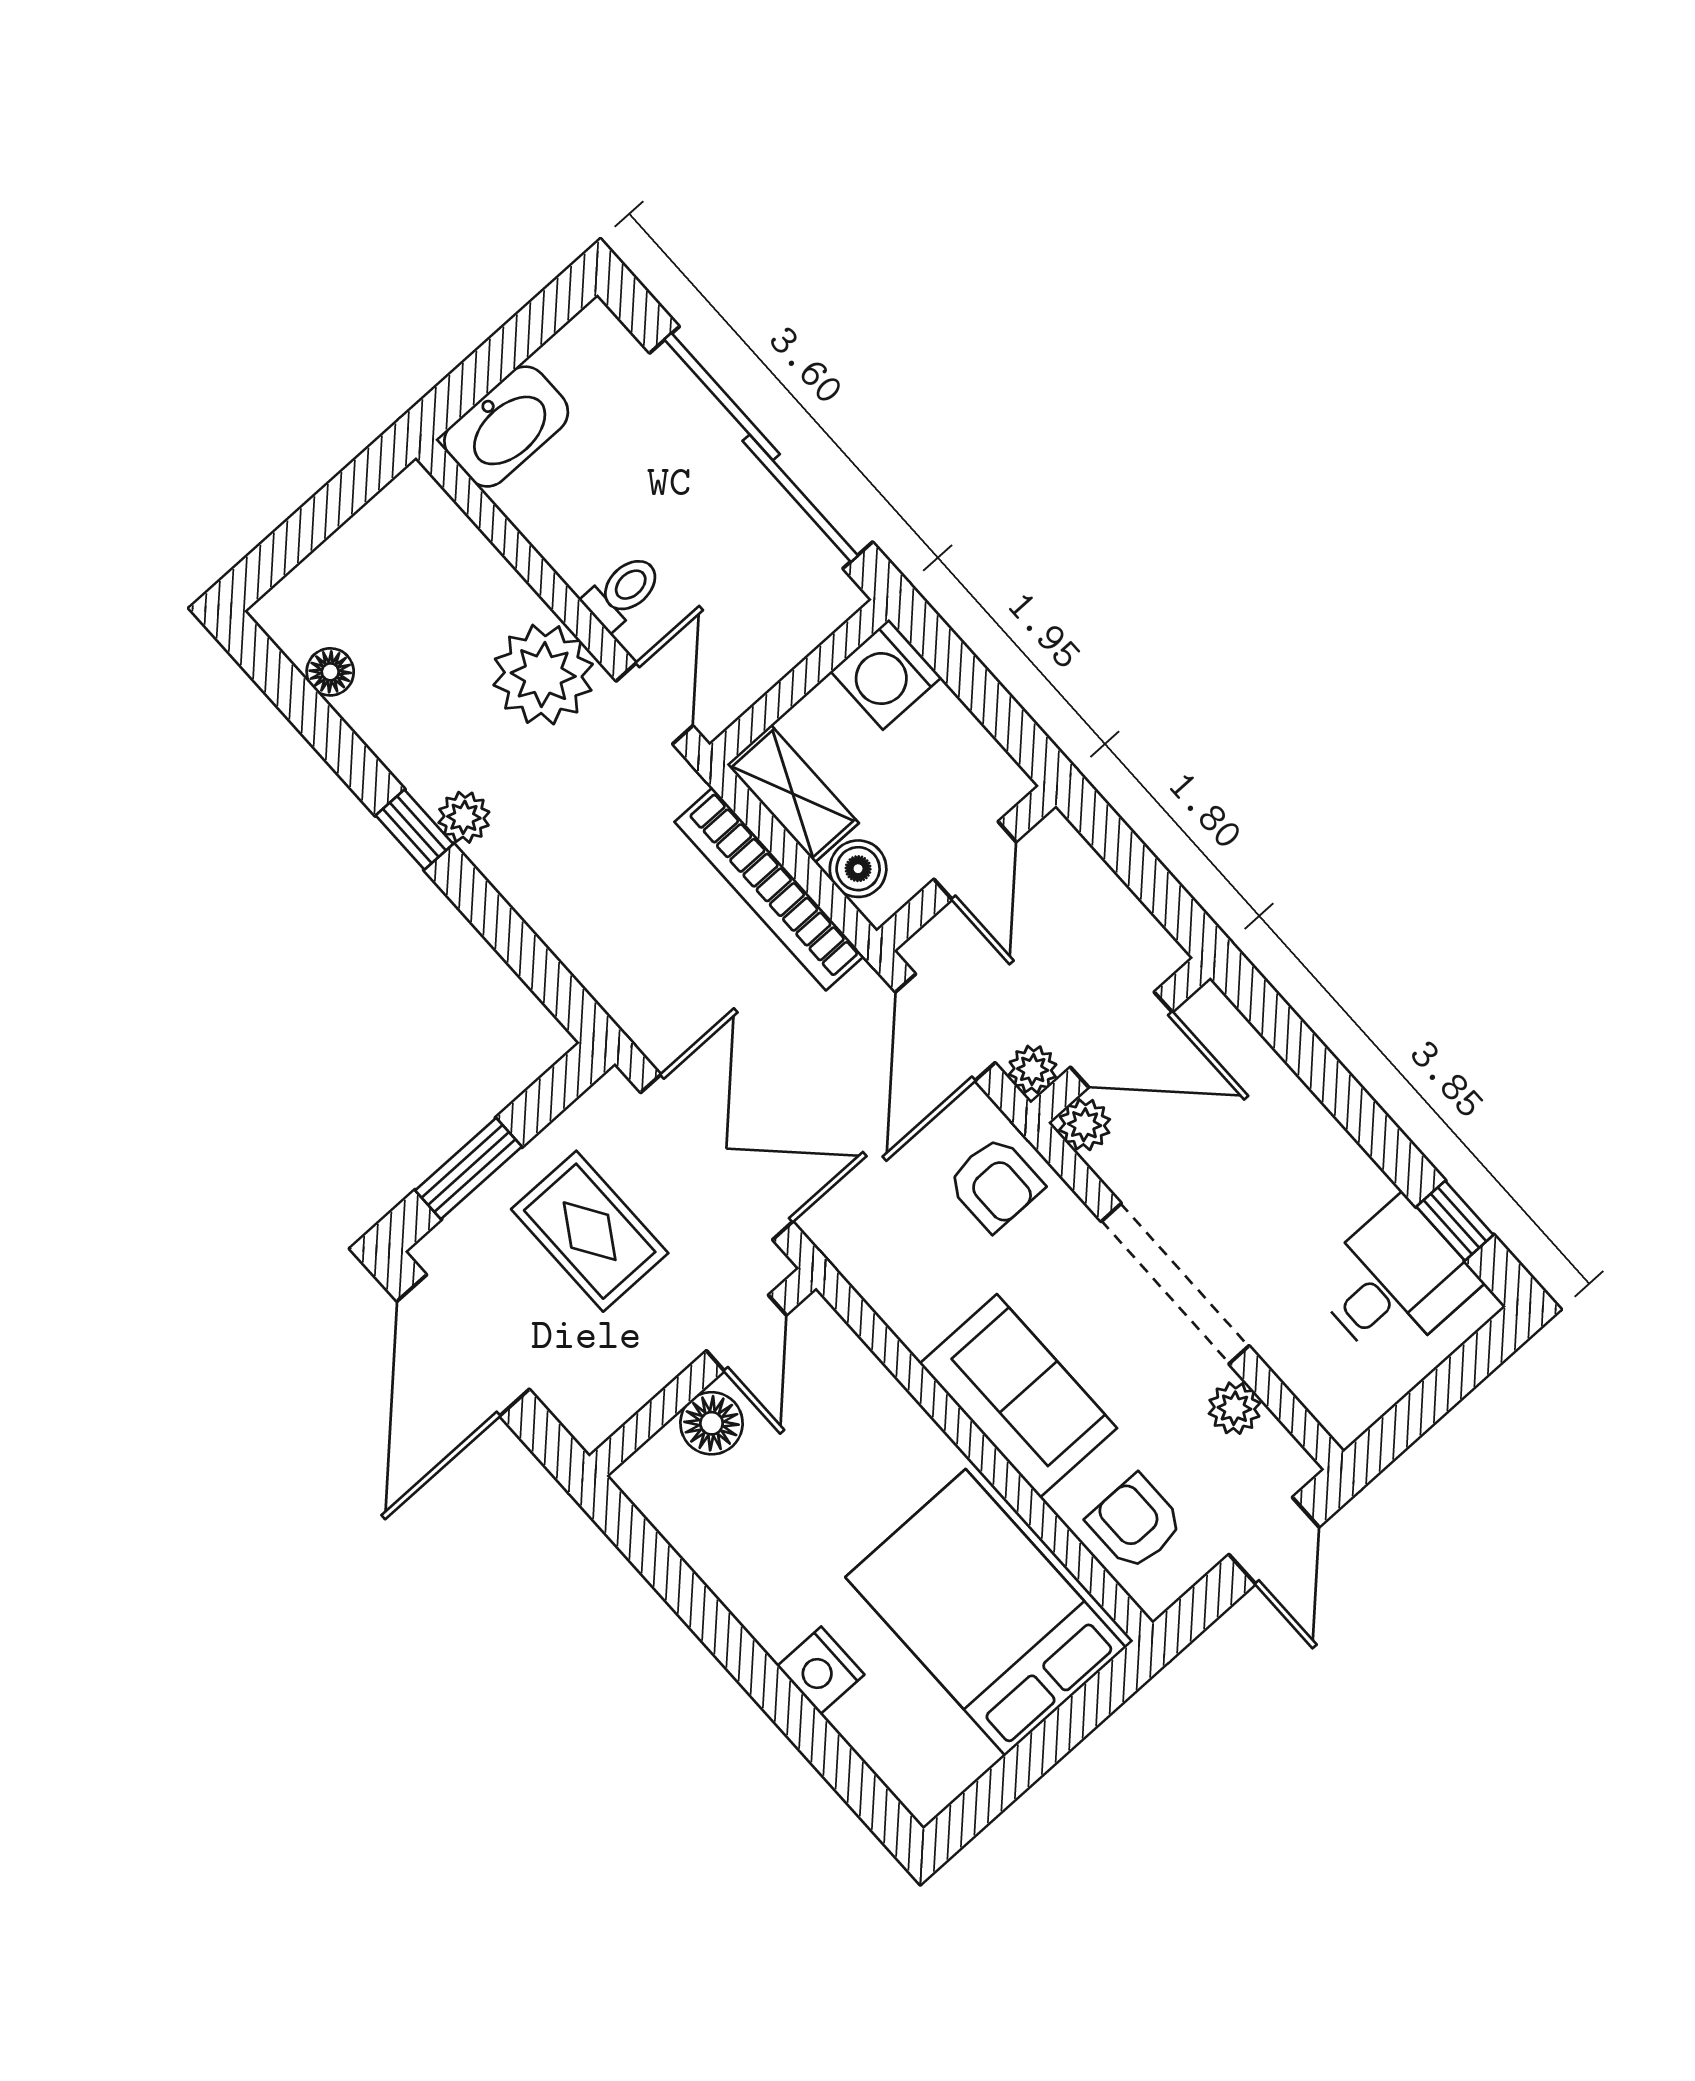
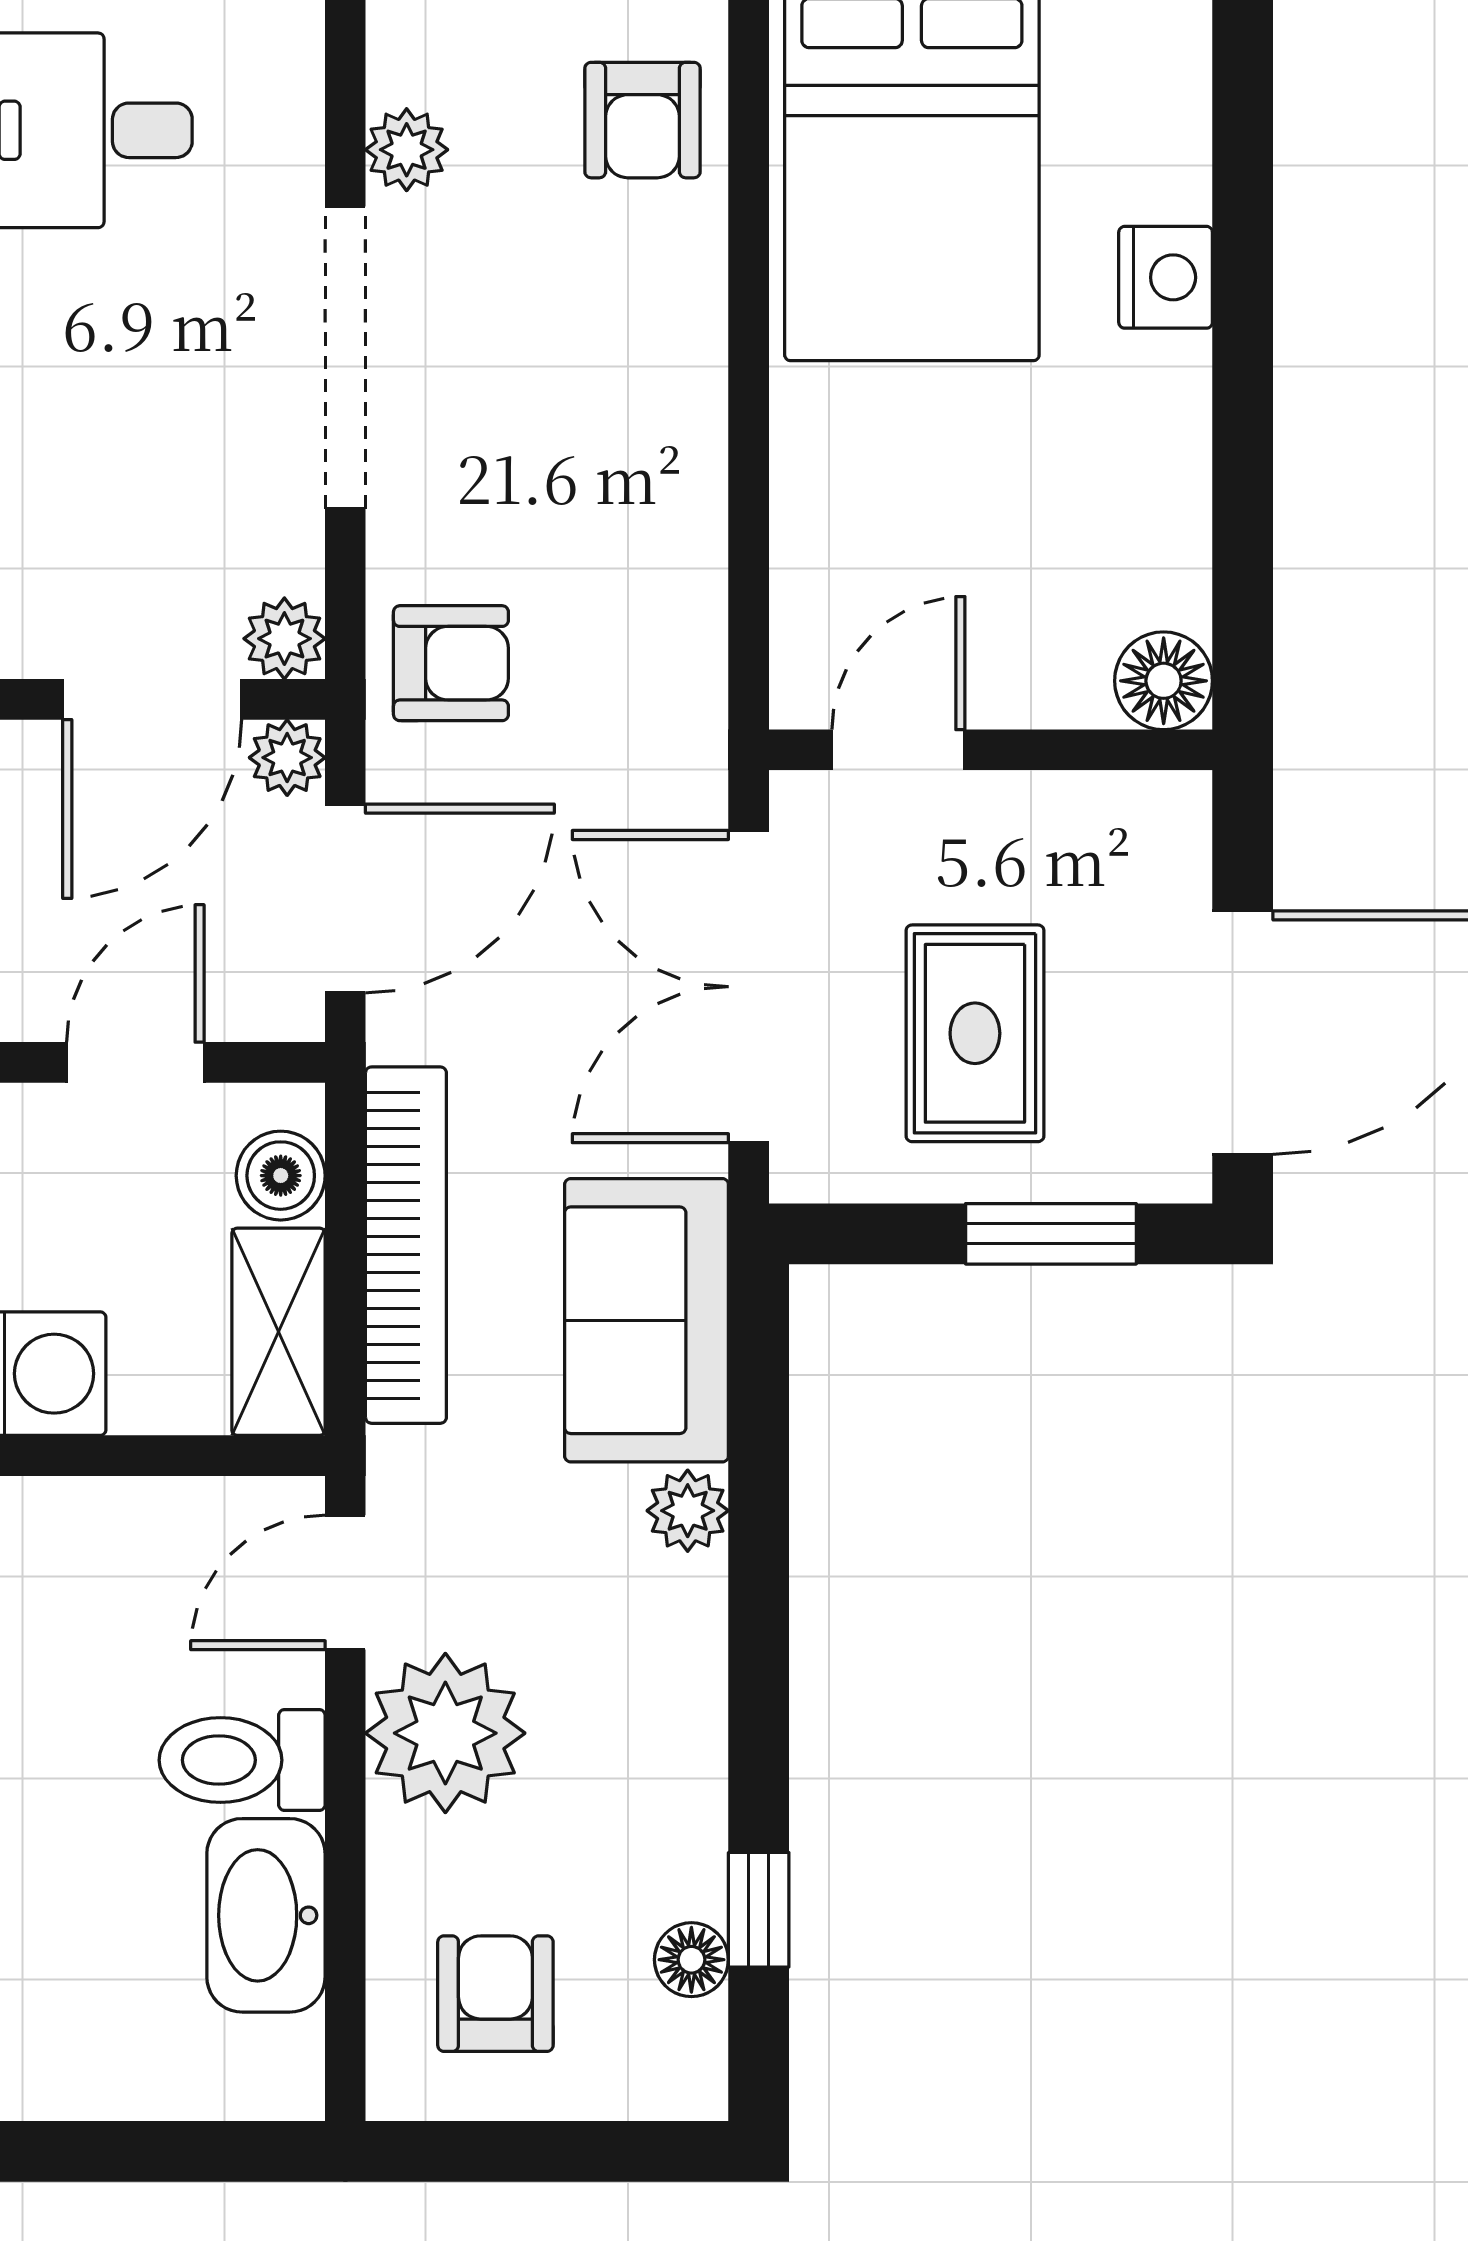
washbasin: (506, 427) -> (266, 1915), moved, turned -90
armchair: (409, 572) -> (495, 1994), added
toilet: (623, 592) -> (242, 1760), width x1.37, depth x1.39
plant: (464, 817) -> (688, 1511), moved
window: (414, 830) -> (759, 1910), moved
door: (1121, 1040) -> (152, 699), swing flipped
armchair: (995, 1184) -> (451, 663), turned 90
sofa: (1018, 1396) -> (647, 1320), moved
floor lamp: (712, 1423) -> (1164, 681), moved

